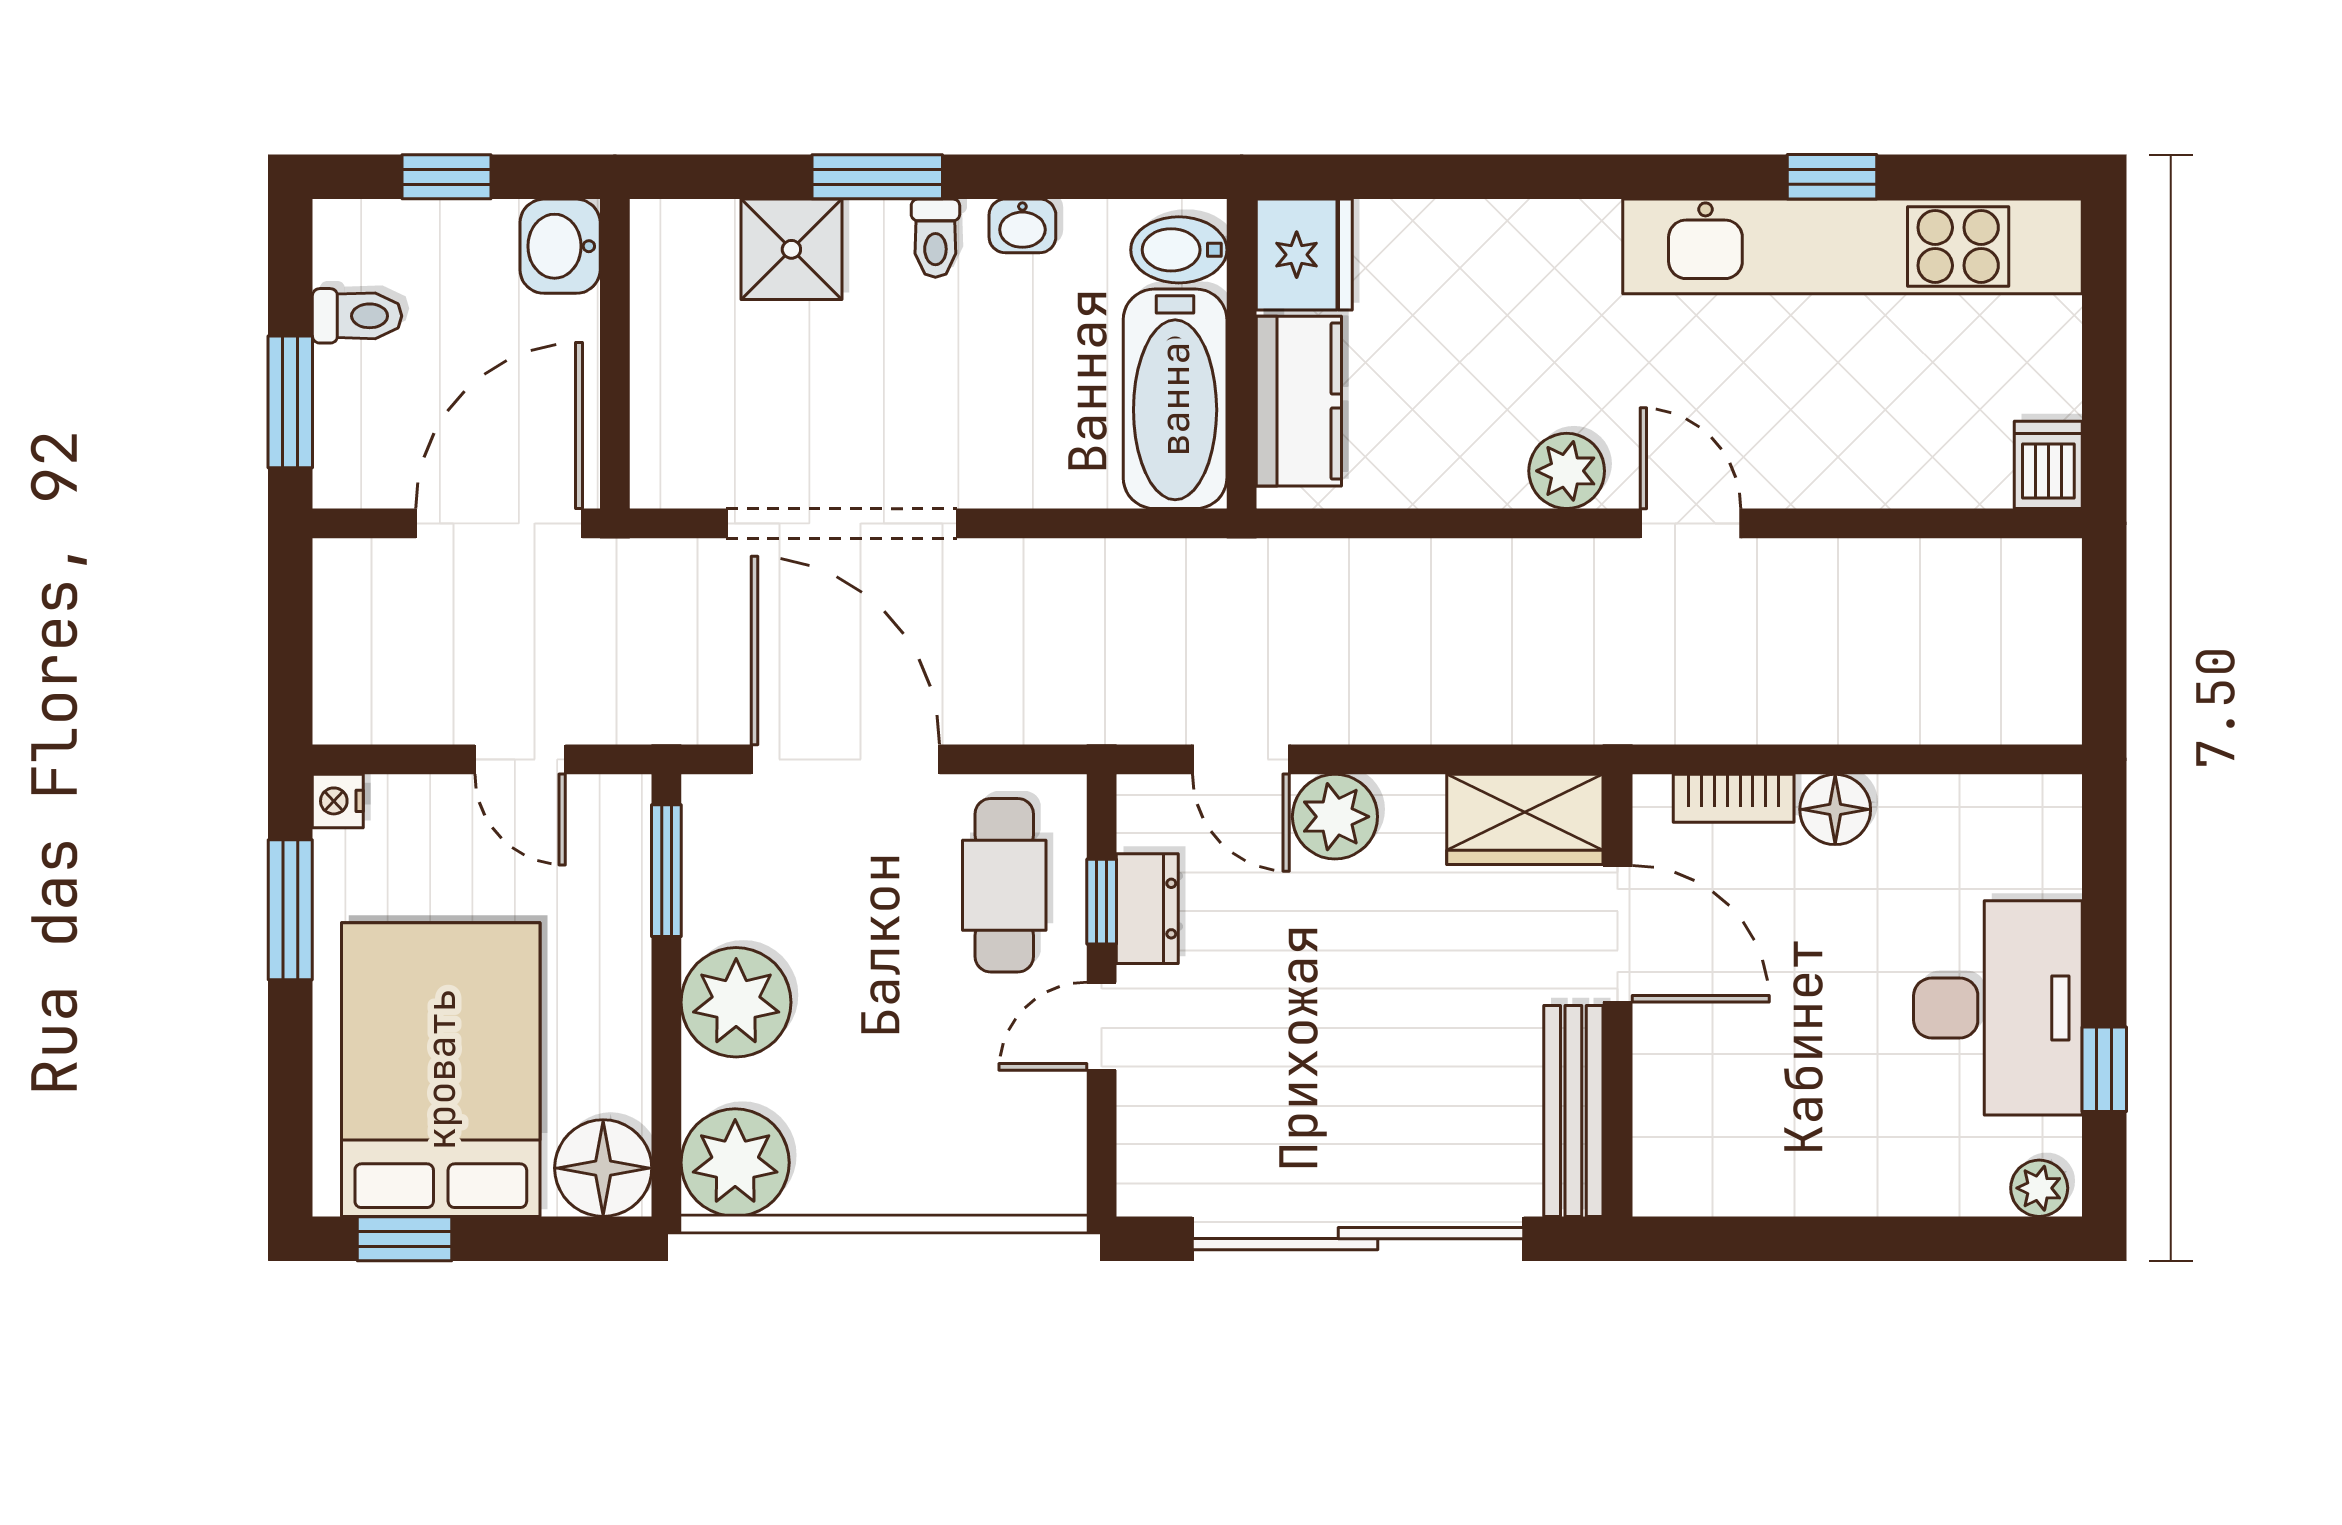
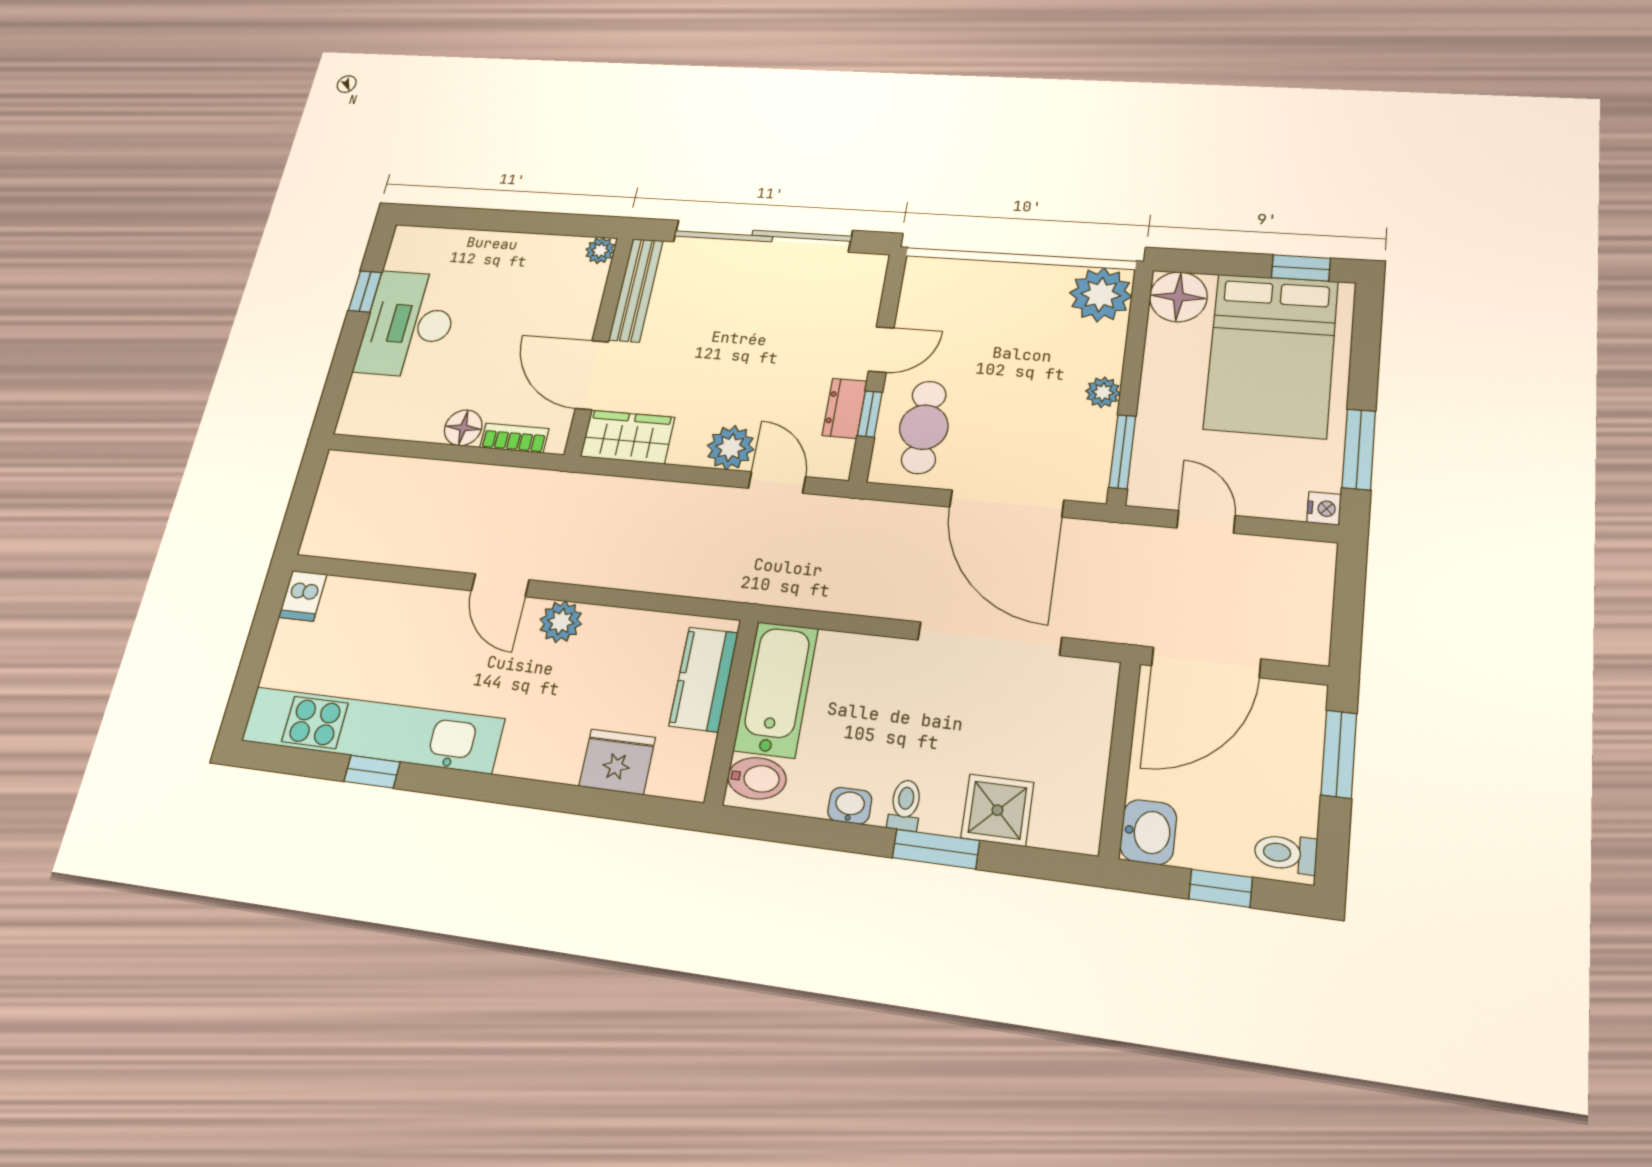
fridge: (1304, 255) -> (617, 762), moved, turned 90
toilet: (357, 316) -> (1286, 853), moved
plant: (736, 1002) -> (1103, 392), width x0.53, depth x0.53
plant: (2039, 1188) -> (600, 250), moved

